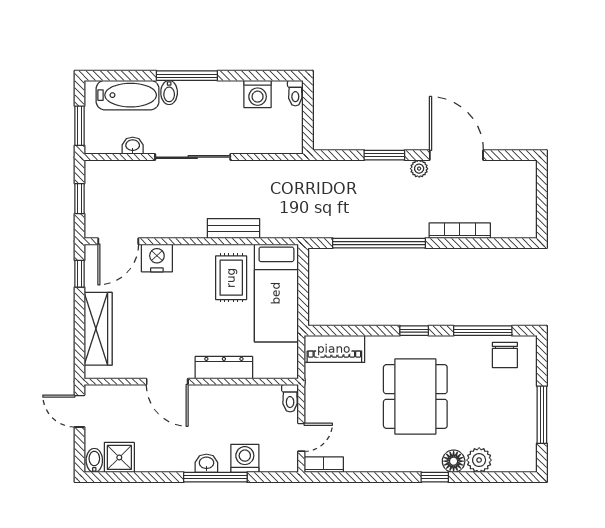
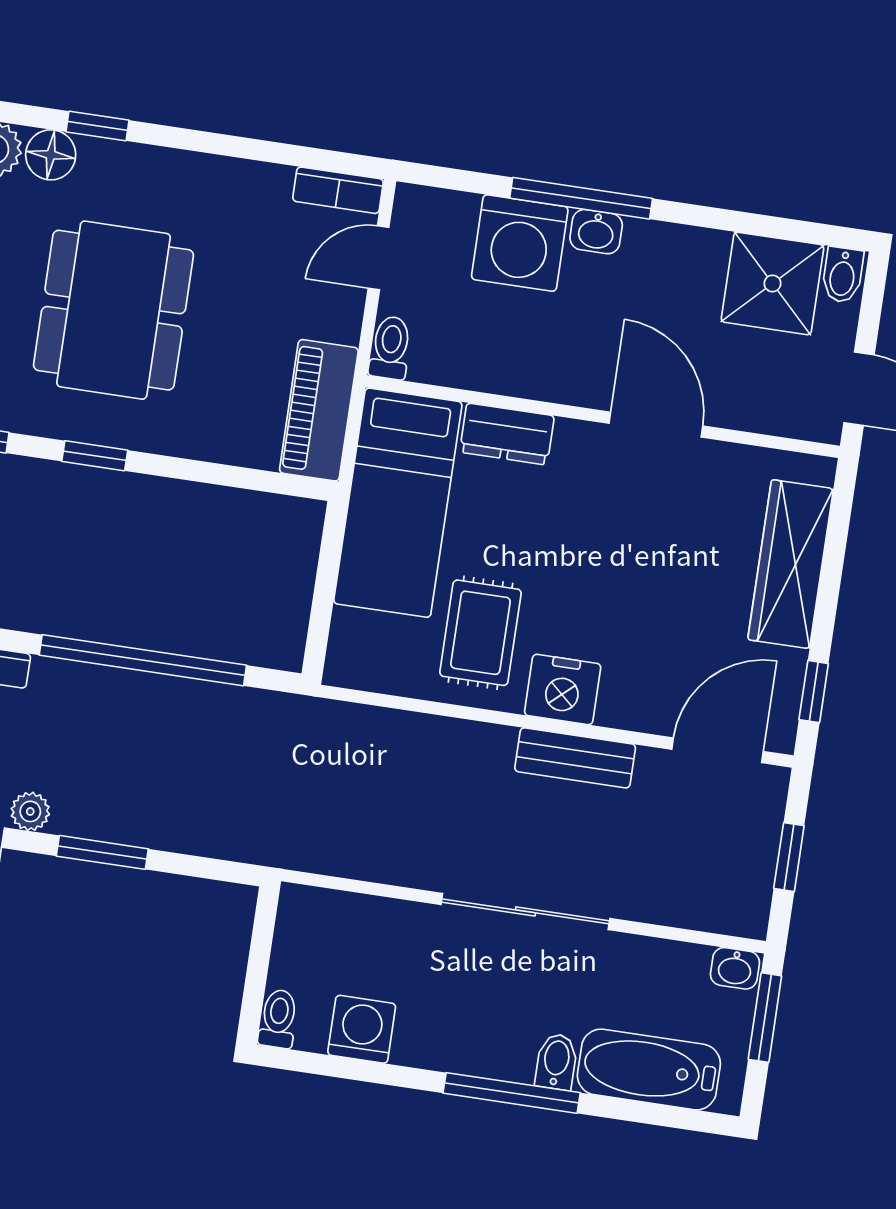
washbasin: (133, 146) -> (735, 968), moved
bench: (233, 228) -> (575, 758), moved
nightstand: (157, 258) -> (563, 690), moved
bed: (276, 293) -> (398, 503), moved, turned 180
piano: (334, 349) -> (319, 410), moved, turned -90
dresser: (224, 368) -> (507, 434), width x0.70
shower: (119, 457) -> (773, 283), width x1.36, depth x1.36
washing machine: (245, 458) -> (520, 243), width x1.37, depth x1.37

